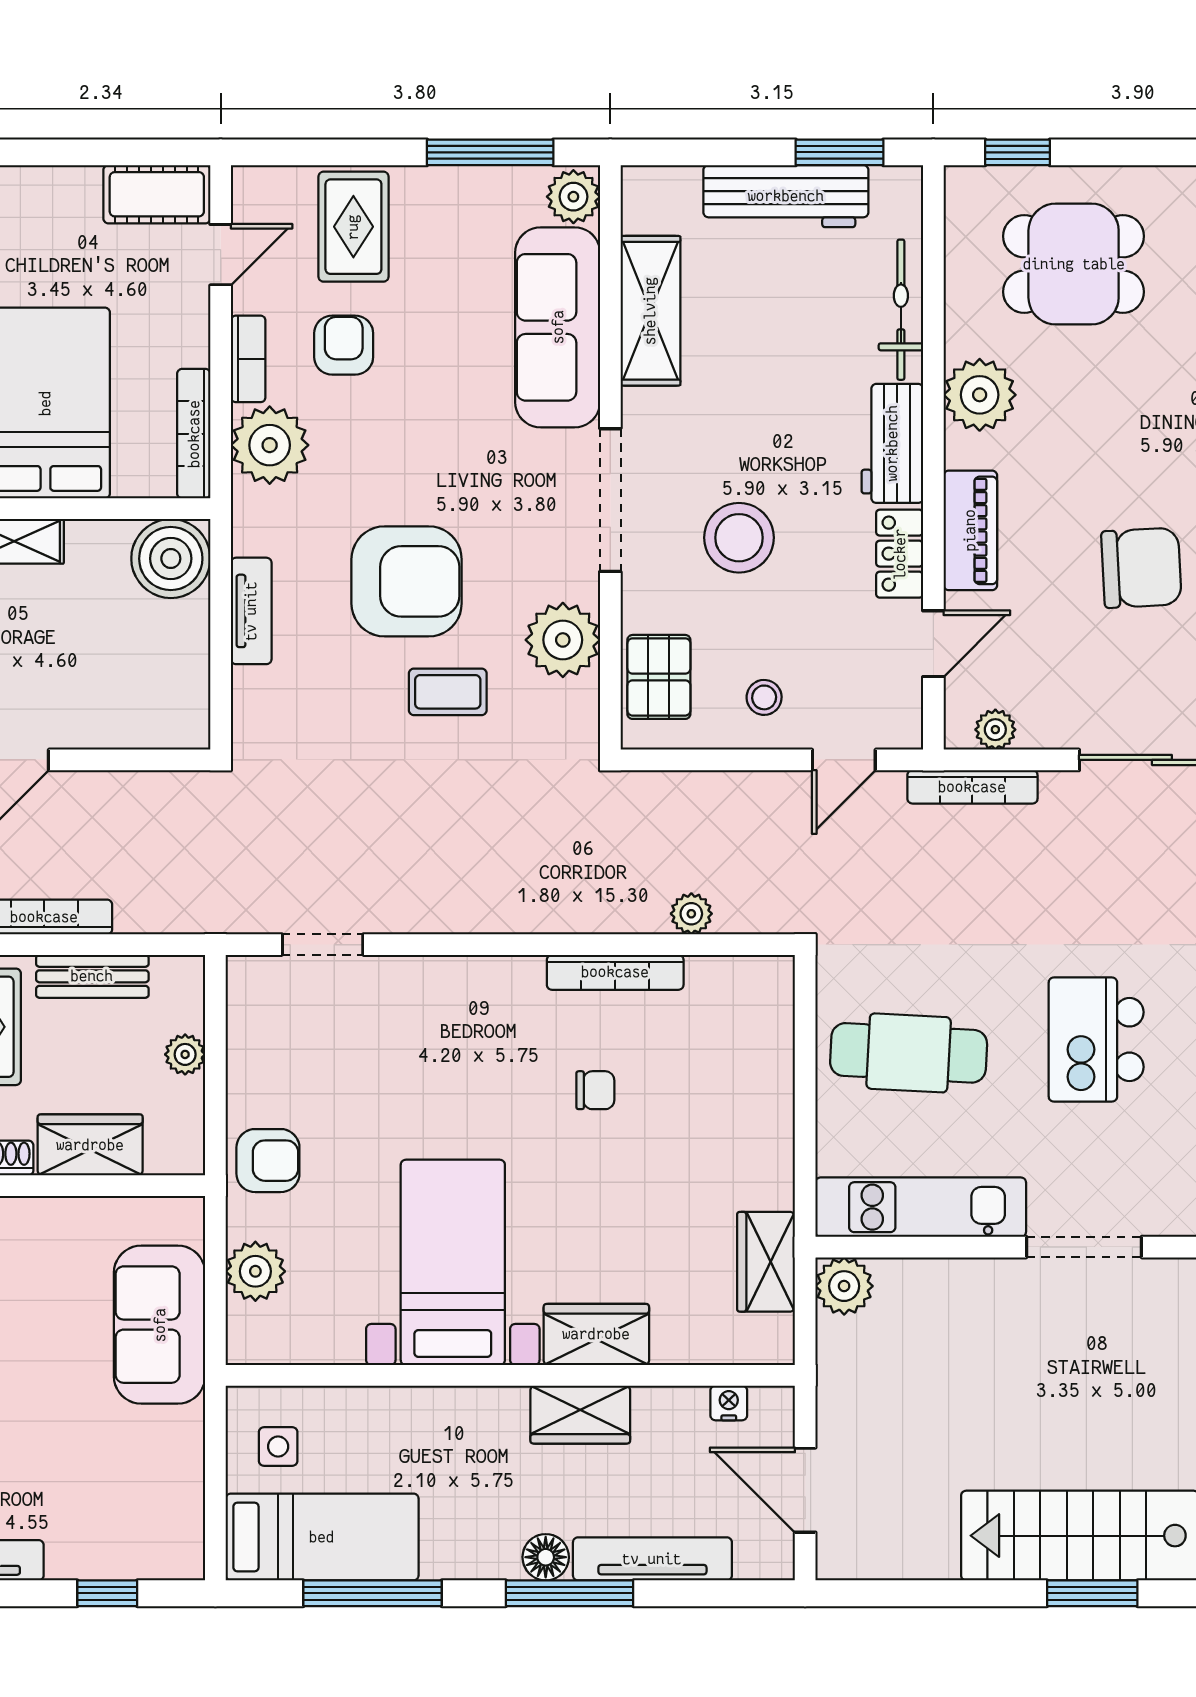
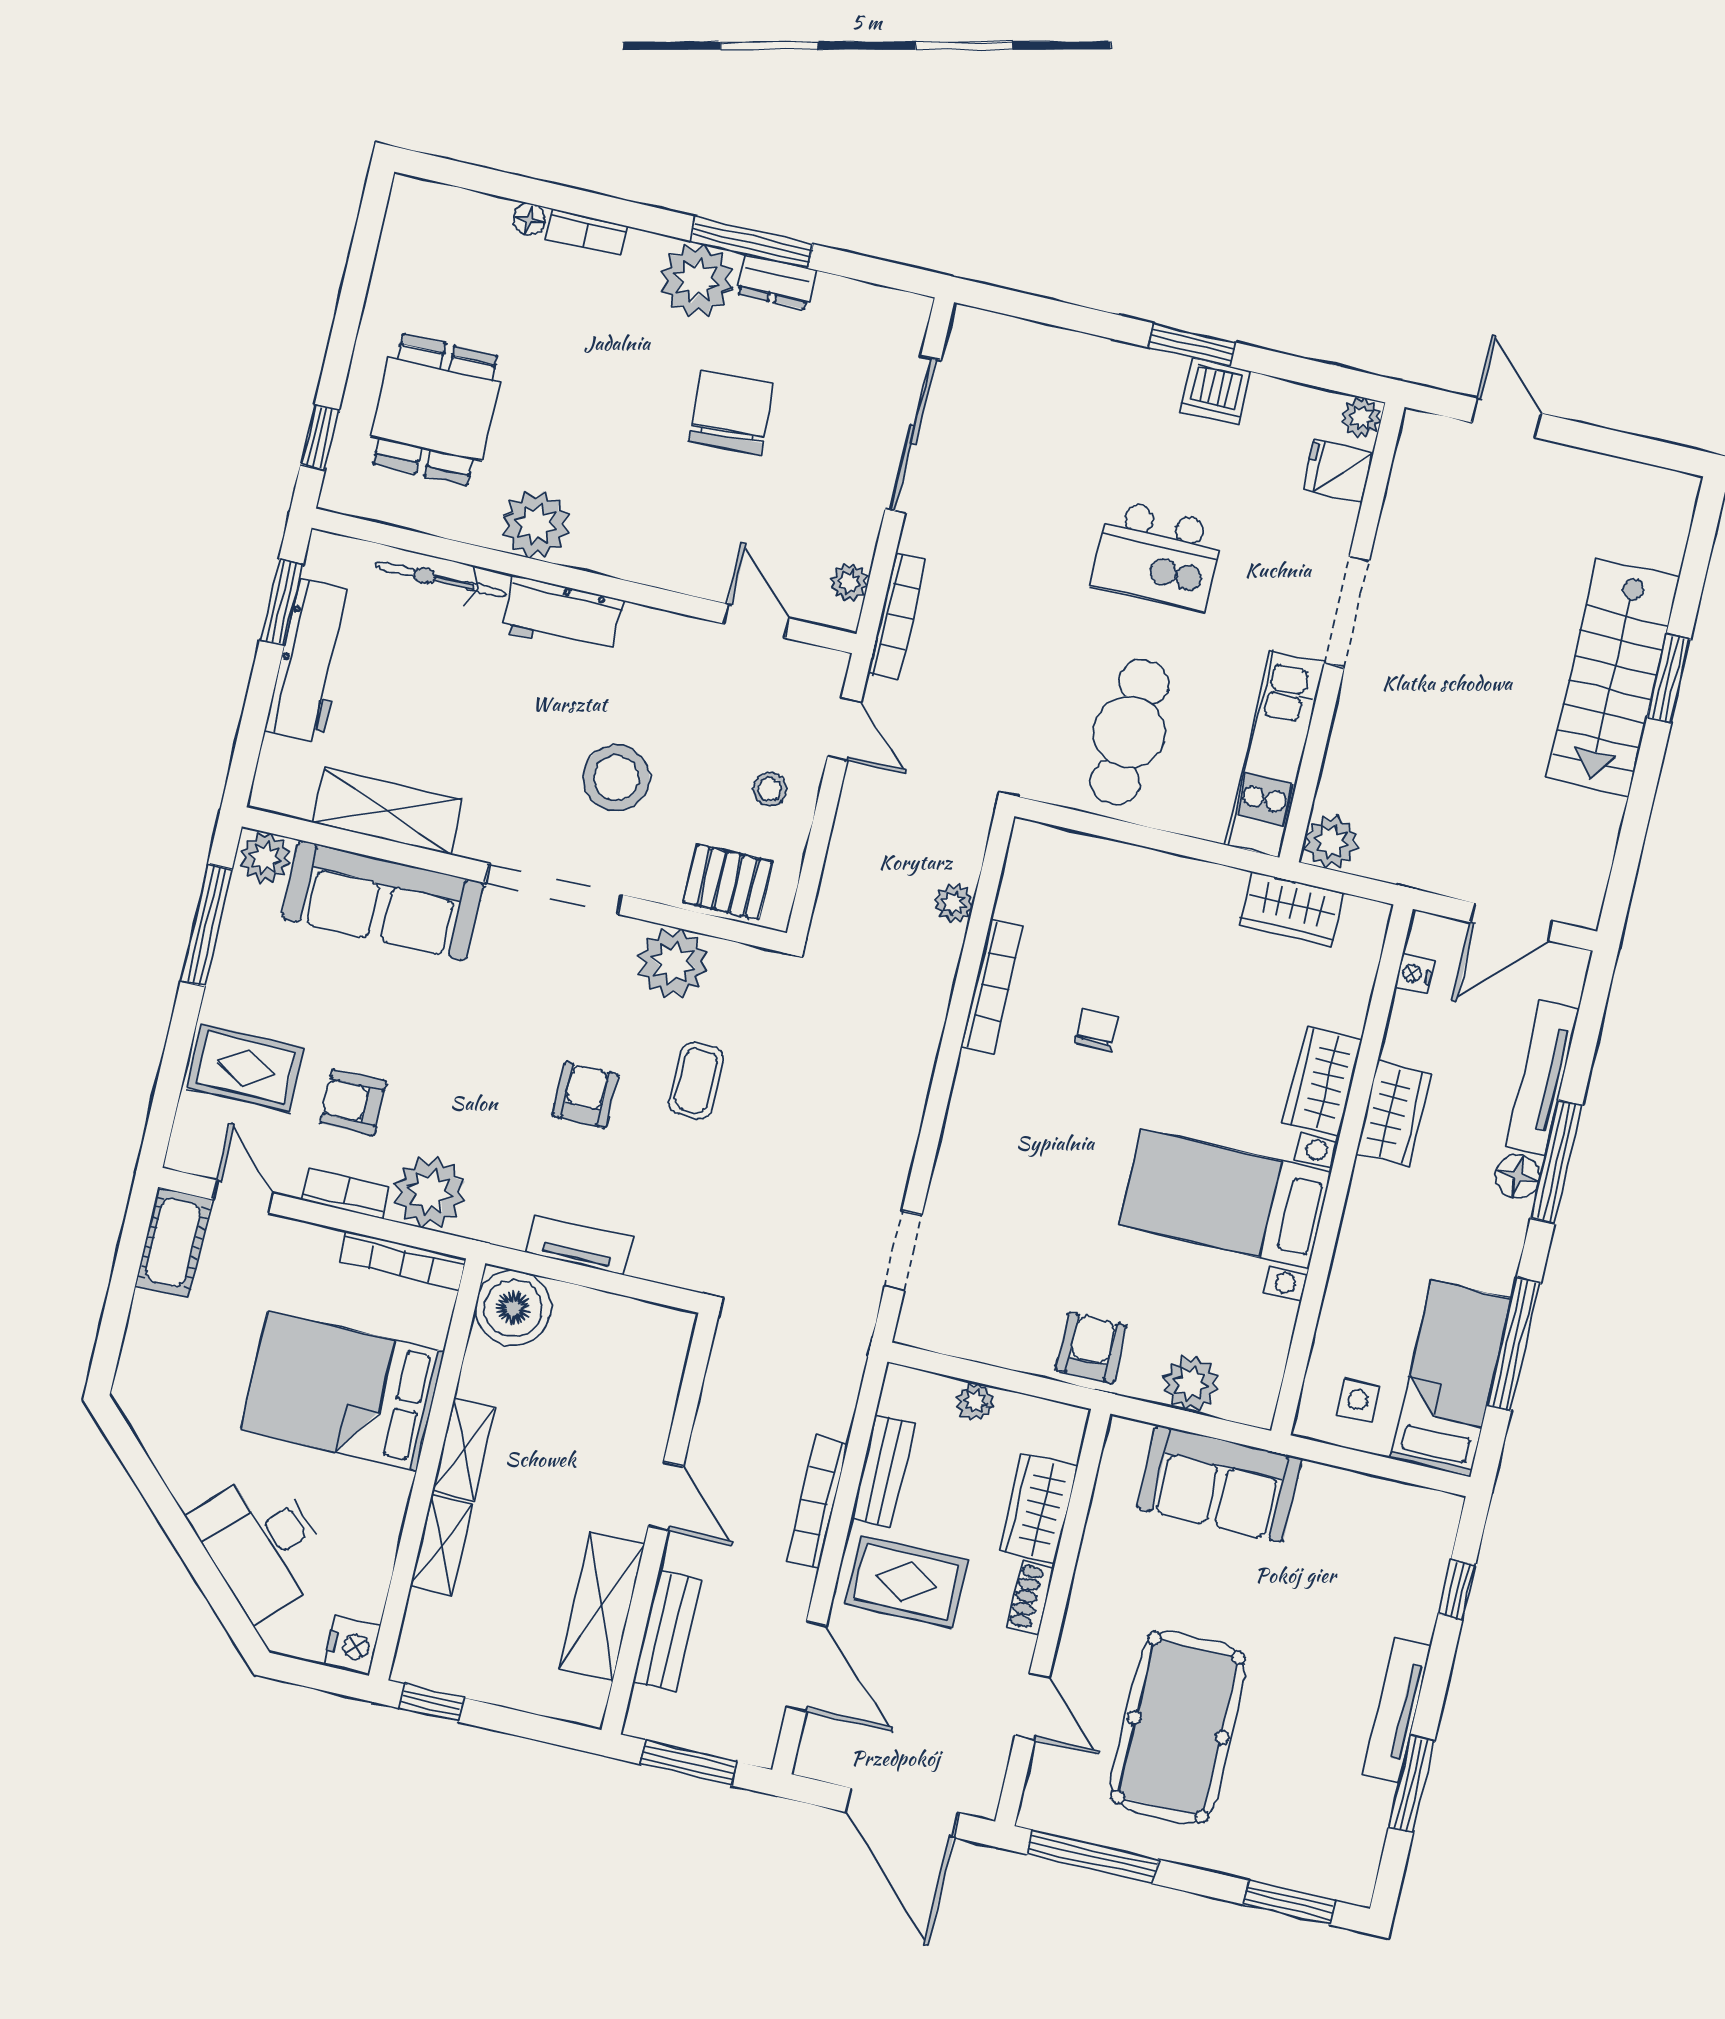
piano: (970, 530) -> (659, 562), removed
locker: (900, 554) -> (666, 633), removed
armchair: (407, 581) -> (585, 1095), width x0.53, depth x0.53

